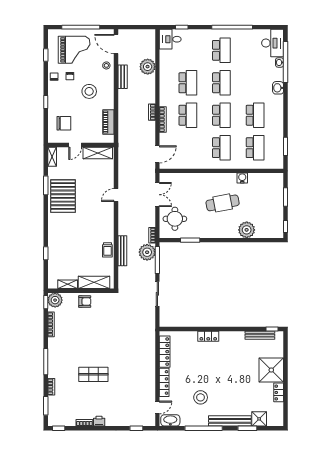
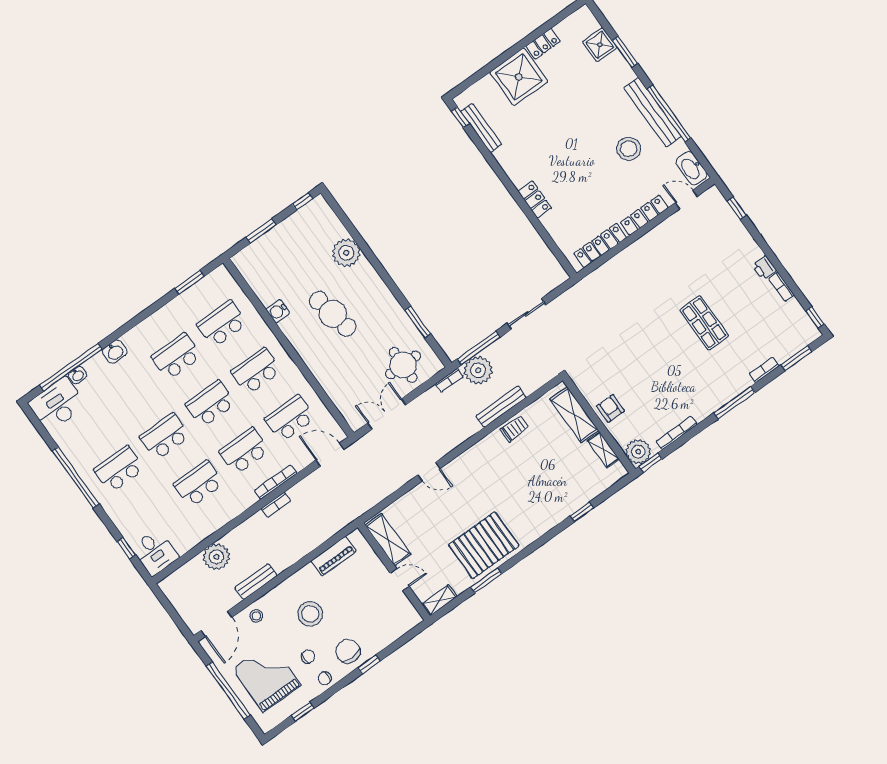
chair: (64, 123) -> (348, 651), moved
school desk: (188, 148) -> (290, 418), added
bench: (230, 421) -> (652, 112), moved

